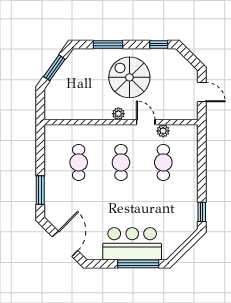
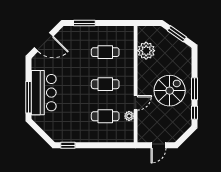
window: (108, 45) -> (194, 89), moved
plant: (118, 114) -> (146, 51), moved, width x1.87, depth x1.87

